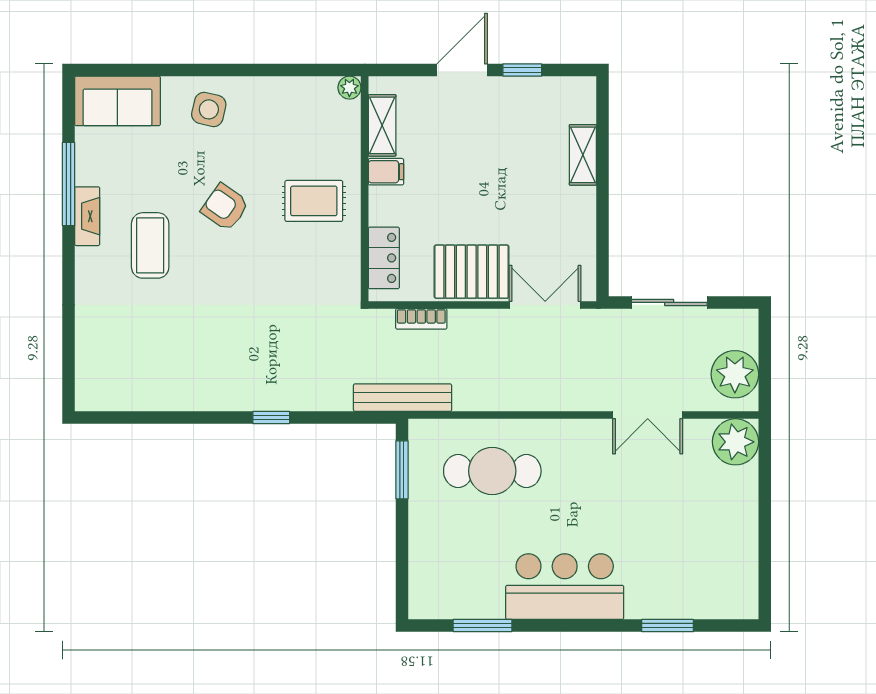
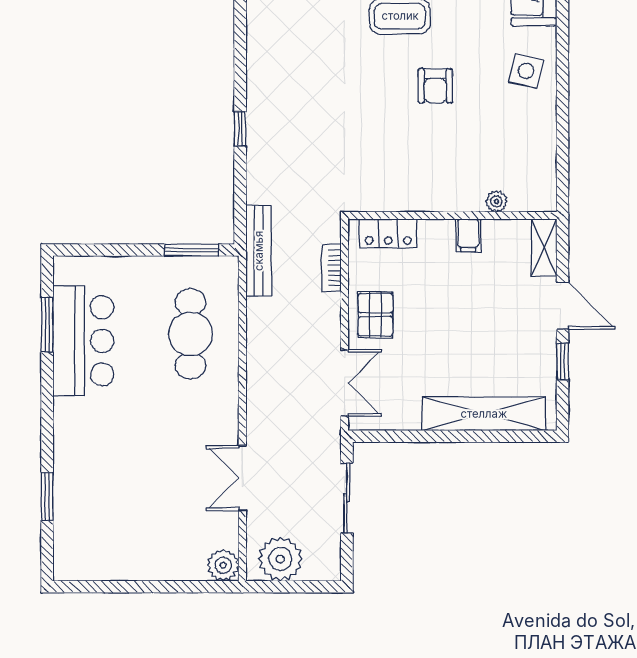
plant: (349, 88) -> (496, 201), moved
shelving: (382, 125) -> (544, 247), moved, turned 90
shelving: (583, 155) -> (484, 414), width x2.20, depth x1.33
rug: (314, 201) -> (441, 168), removed
armchair: (225, 207) -> (435, 86), turned 145
pallet: (472, 272) -> (375, 315), width x0.67, depth x0.71
plant: (735, 442) -> (223, 565), width x0.73, depth x0.73
bar counter: (565, 587) -> (83, 341), moved

